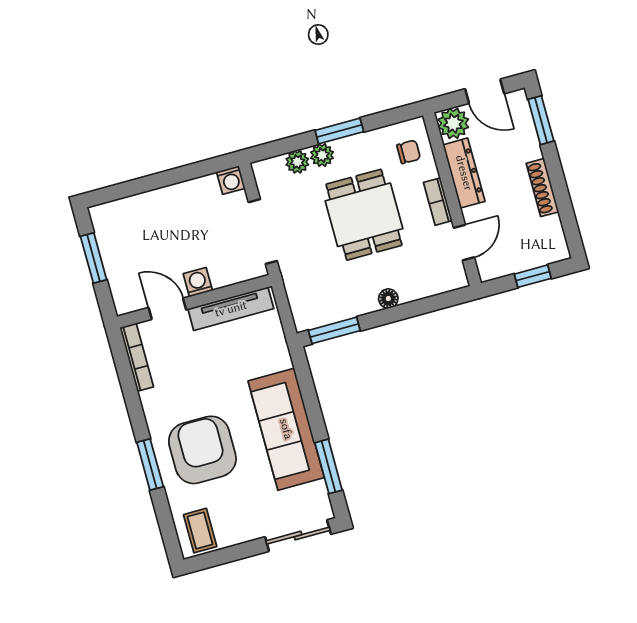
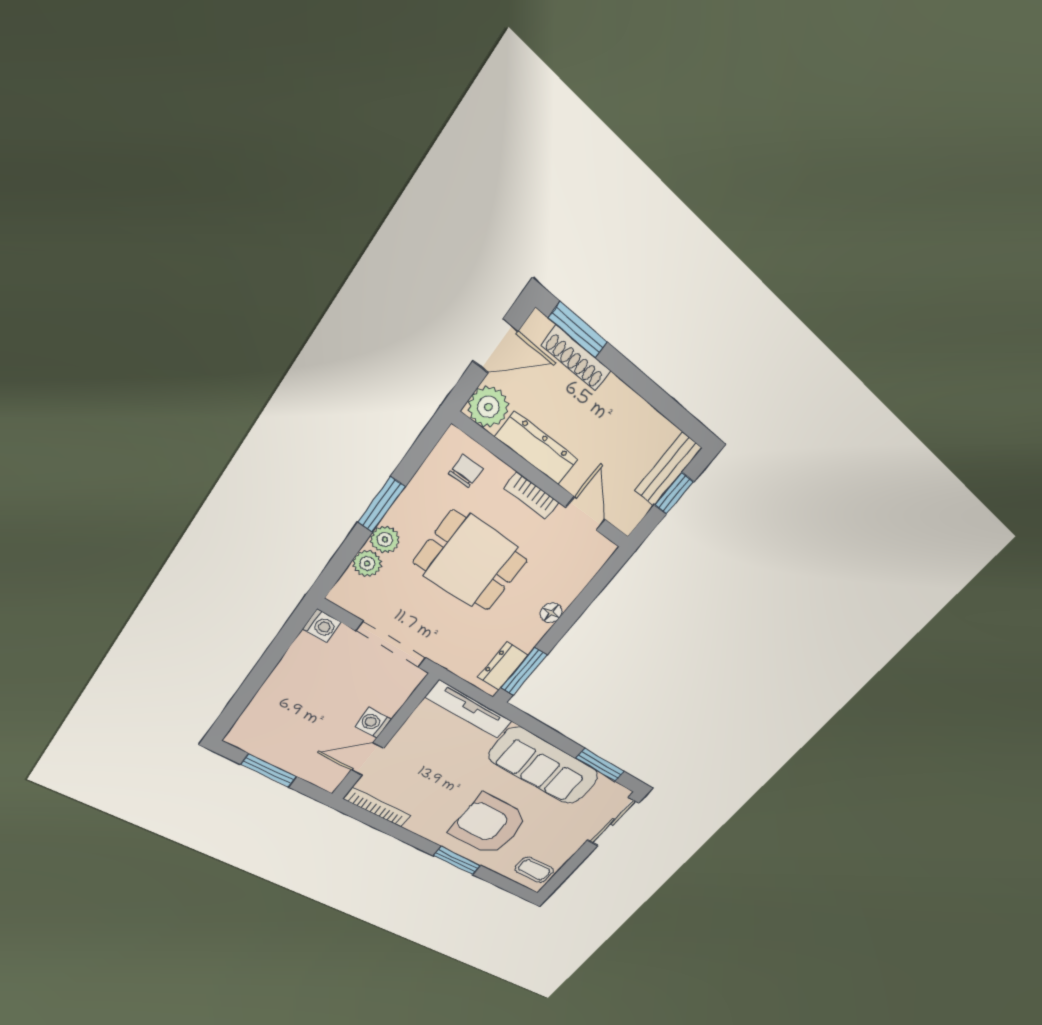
shoe rack: (542, 188) -> (576, 358), moved
bench: (540, 255) -> (668, 469), added
tv unit: (231, 309) -> (469, 709), moved, turned 90
dresser: (323, 313) -> (503, 666), added

